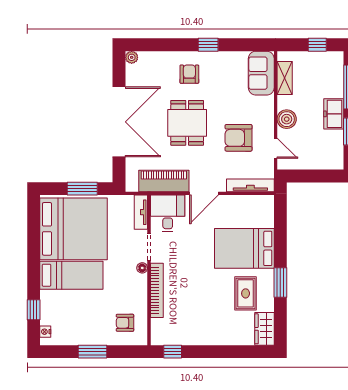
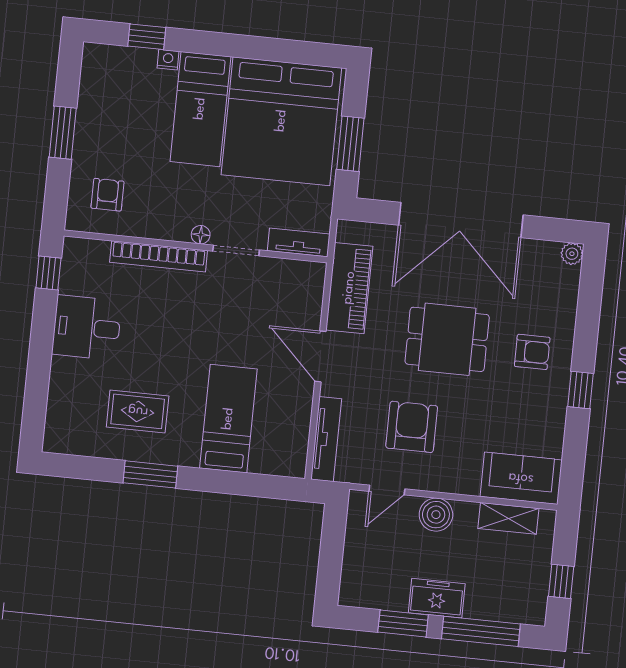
desk: (168, 213) -> (87, 328), moved, turned 180
bed: (244, 248) -> (228, 419), width x0.67
wardrobe: (265, 329) -> (72, 438), removed
nightstand: (45, 332) -> (168, 60), moved

